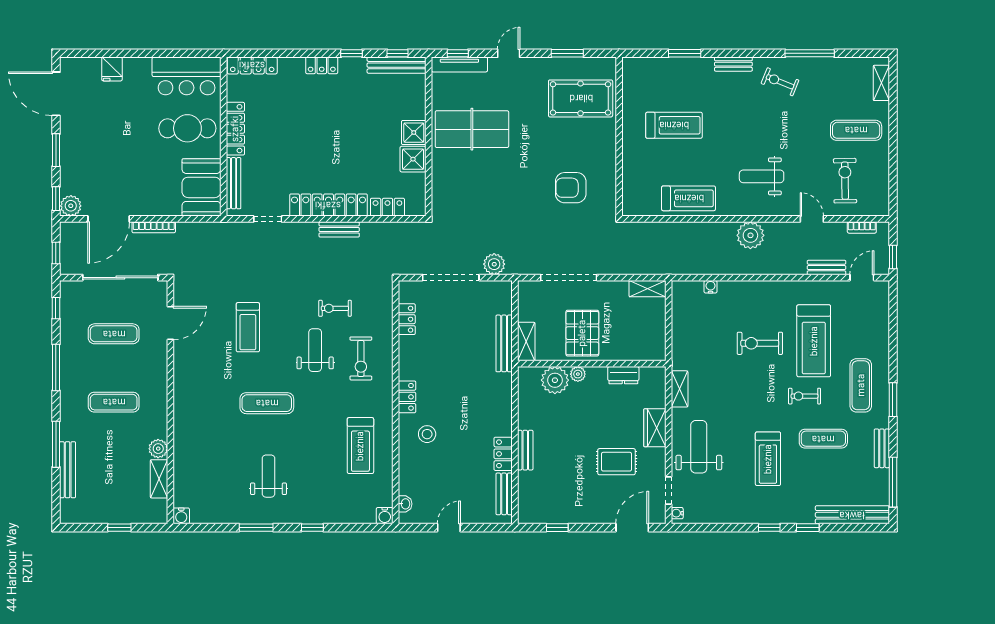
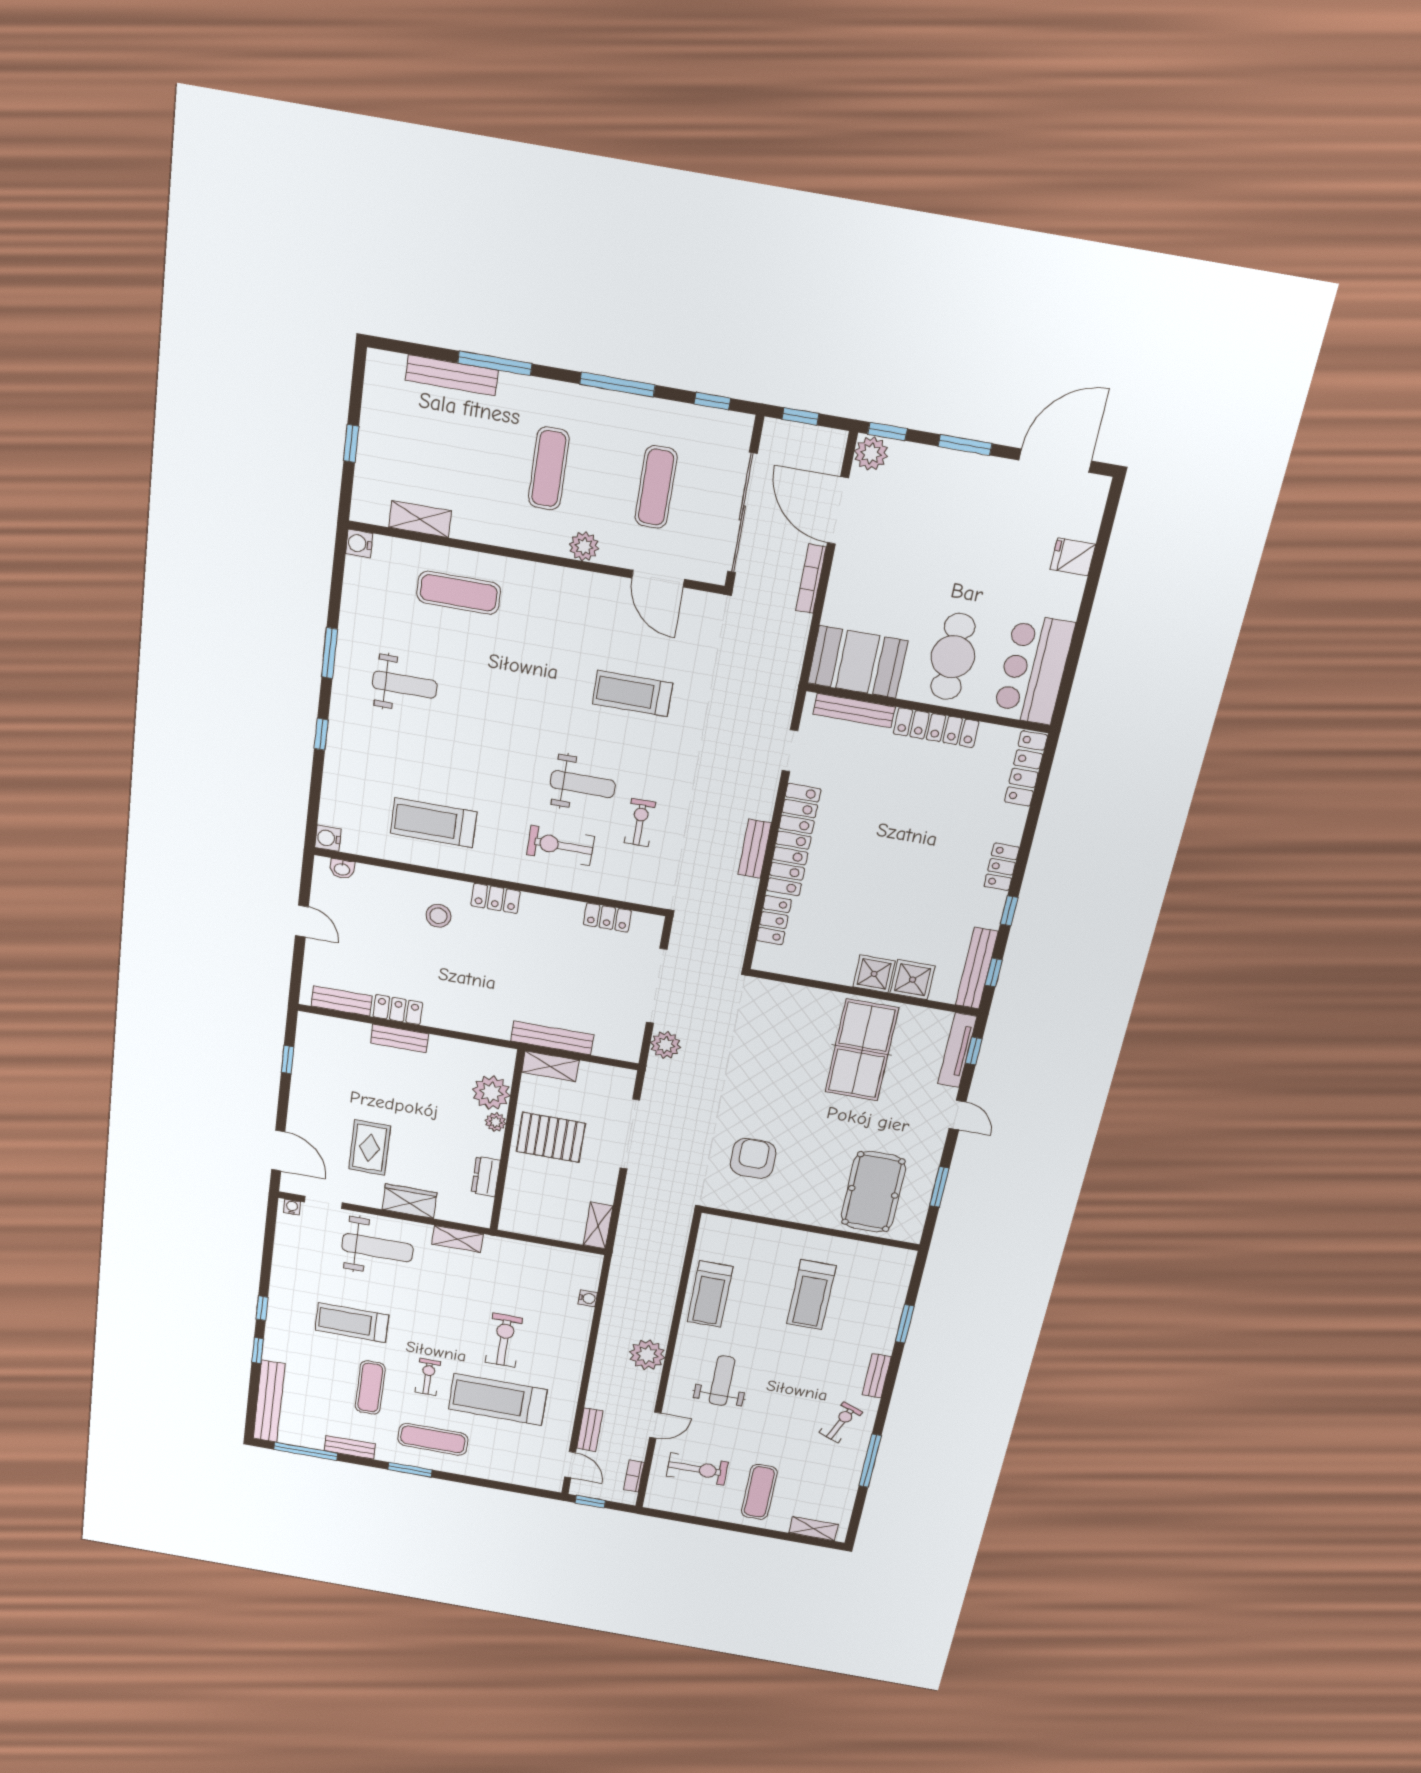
shower: (413, 159) -> (913, 980), moved
exercise mat: (267, 403) -> (459, 593), moved, turned 90
plant: (158, 449) -> (584, 546), moved

